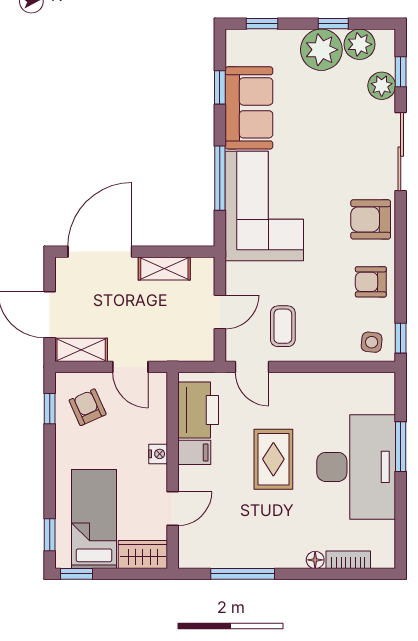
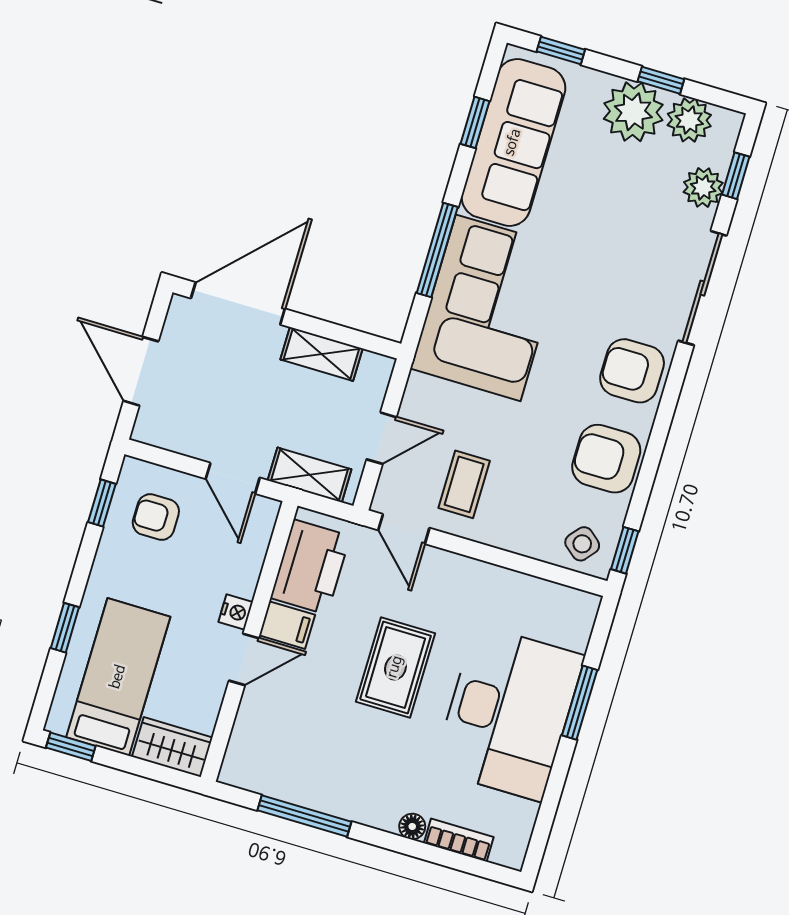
sofa: (249, 108) -> (513, 142), width x1.36
armchair: (371, 282) -> (606, 459), width x1.38, depth x1.38
side table: (372, 342) -> (582, 544), turned 34
shelving: (81, 350) -> (310, 475), moved
armchair: (88, 407) -> (156, 517), turned -66
door: (173, 509) -> (244, 659), moved
window: (50, 535) -> (65, 628), moved

